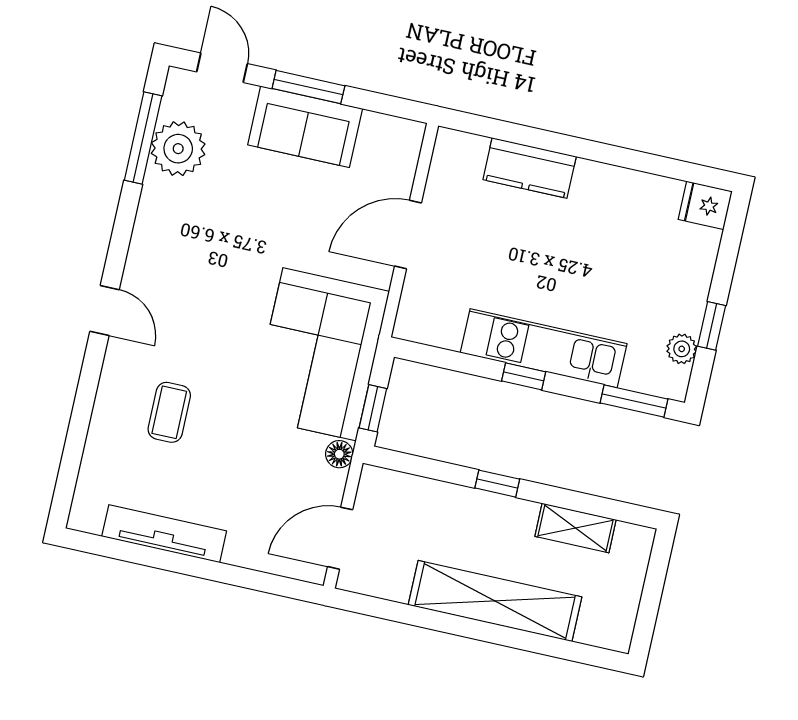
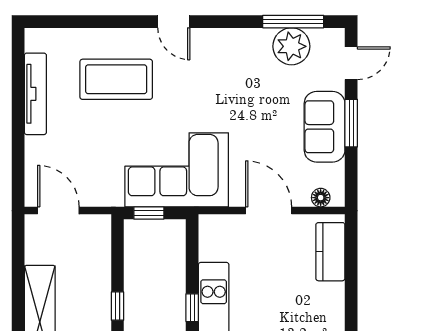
kitchen counter: (530, 168) -> (330, 252), moved
door: (105, 310) -> (174, 22), hinge flipped
coffee table: (169, 412) -> (116, 79), width x1.86, depth x1.72
floor lamp: (339, 454) -> (321, 198), moved

